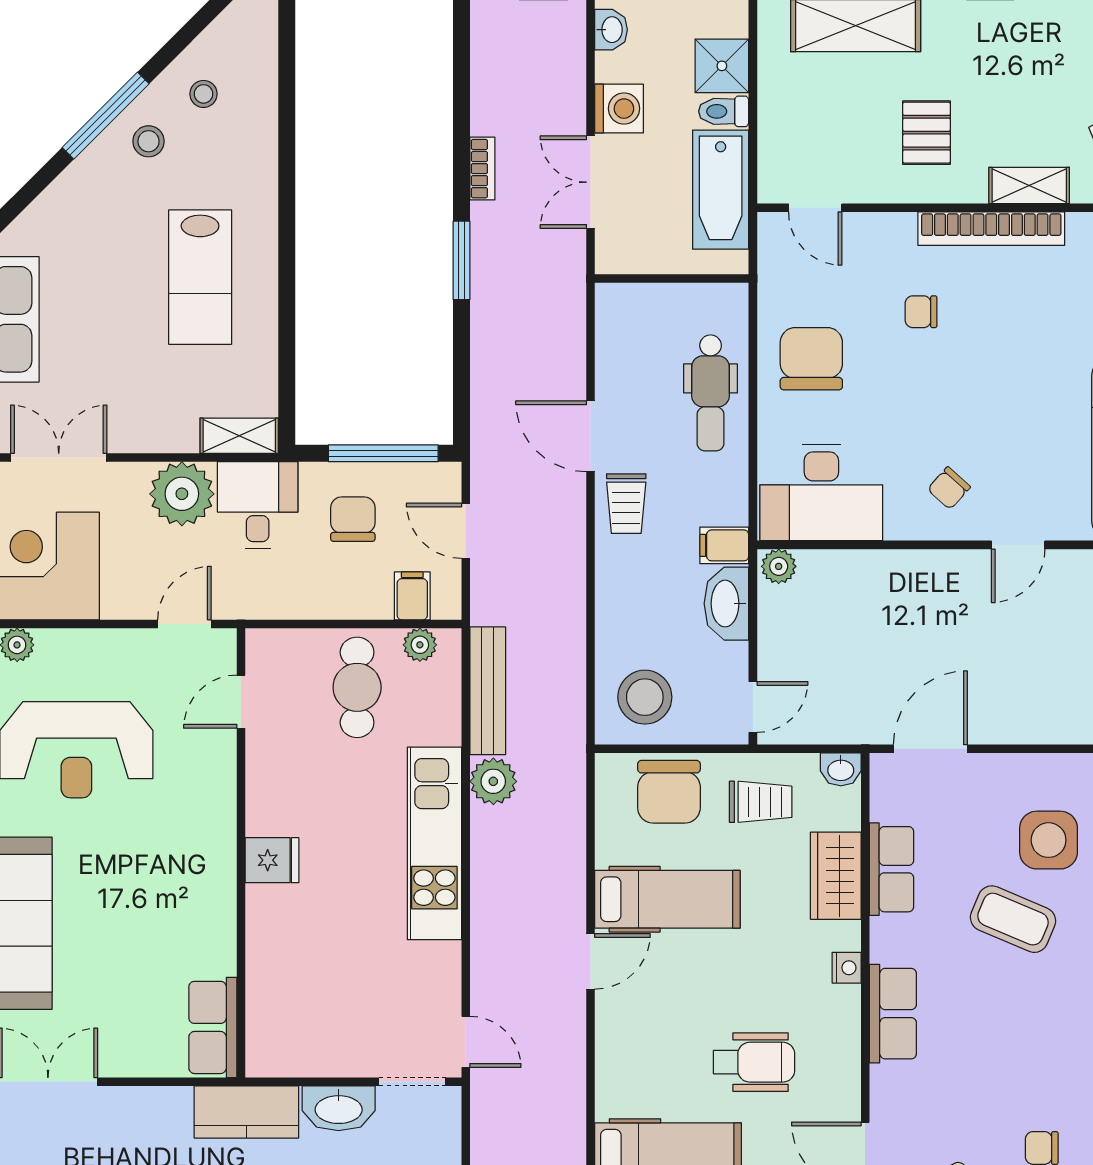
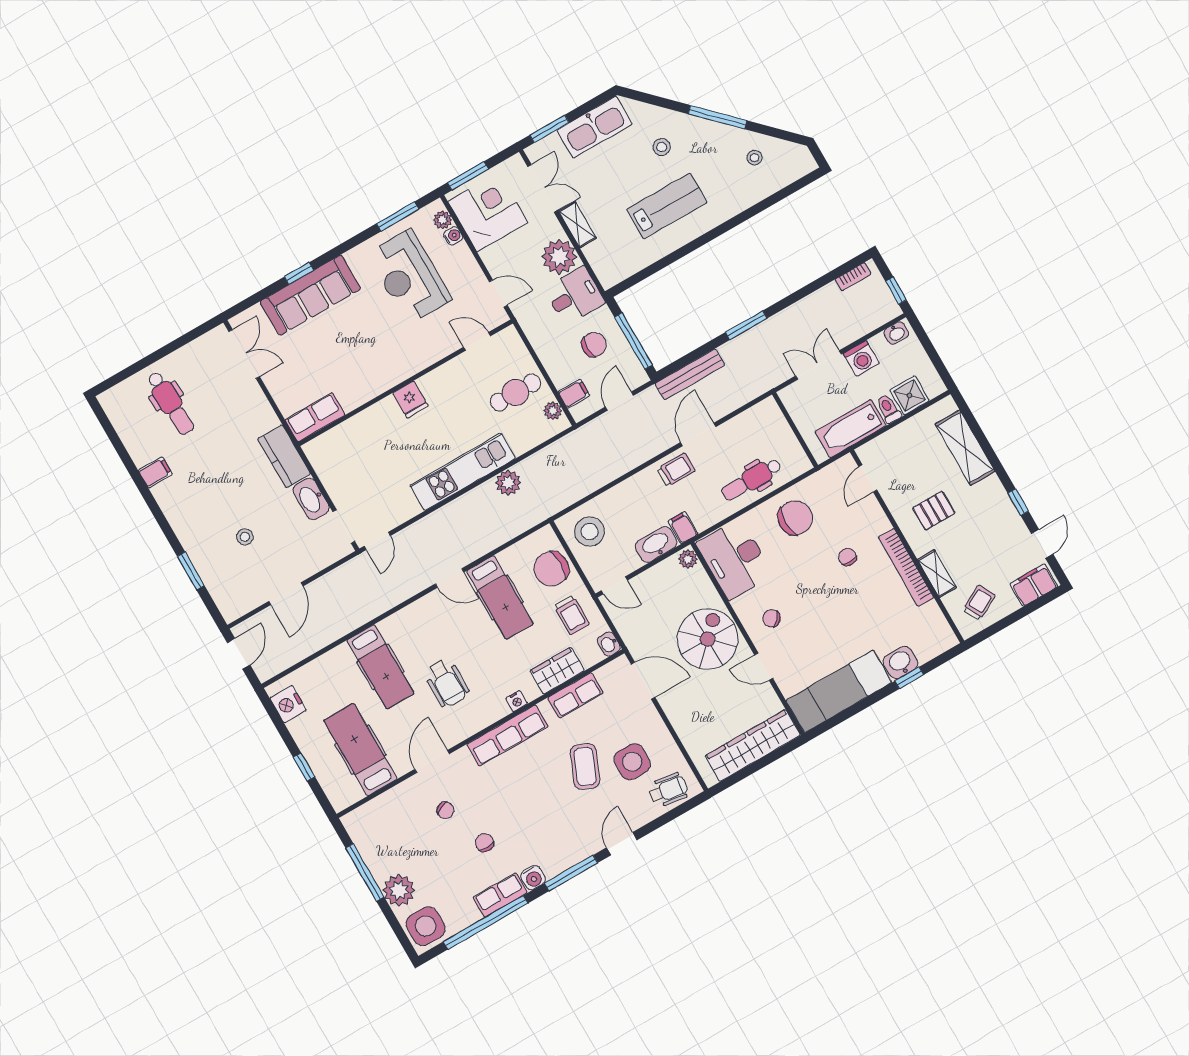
stool: (149, 141) -> (662, 147), moved
bookcase: (482, 169) -> (853, 277), moved
lab bench: (200, 277) -> (667, 206), turned 180
shelving: (239, 436) -> (577, 225), moved
trolley: (626, 504) -> (676, 470), turned 180
spiral stairs: (923, 608) -> (708, 639), added
water cooler: (52, 643) -> (453, 236), added
bench: (488, 691) -> (690, 374), moved
row of seats: (893, 1014) -> (507, 735), width x1.48

